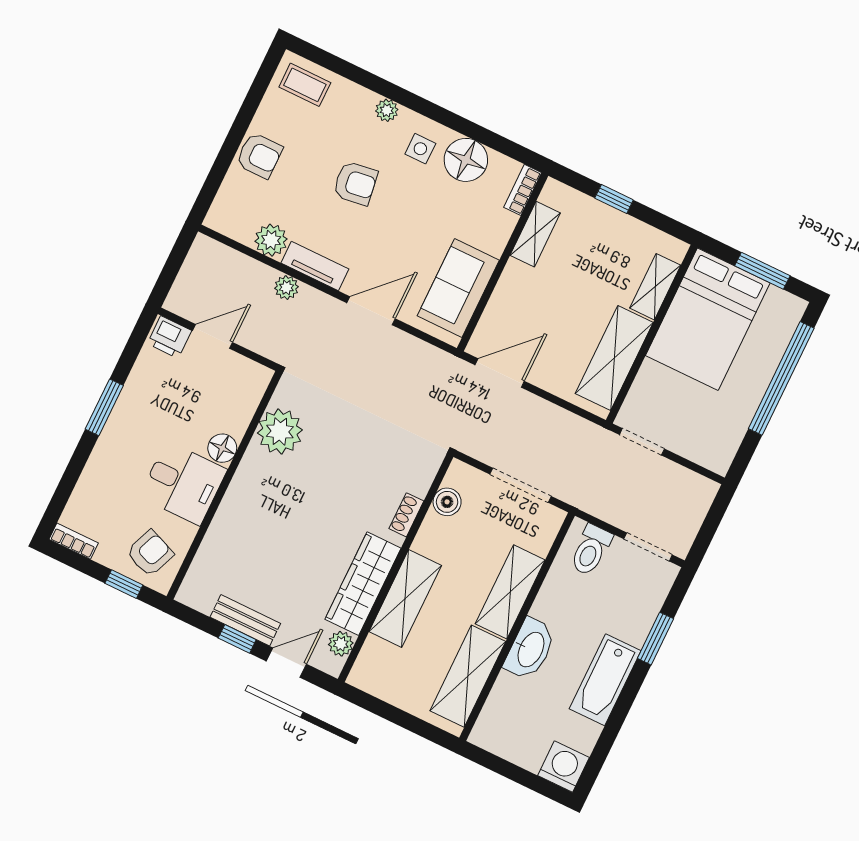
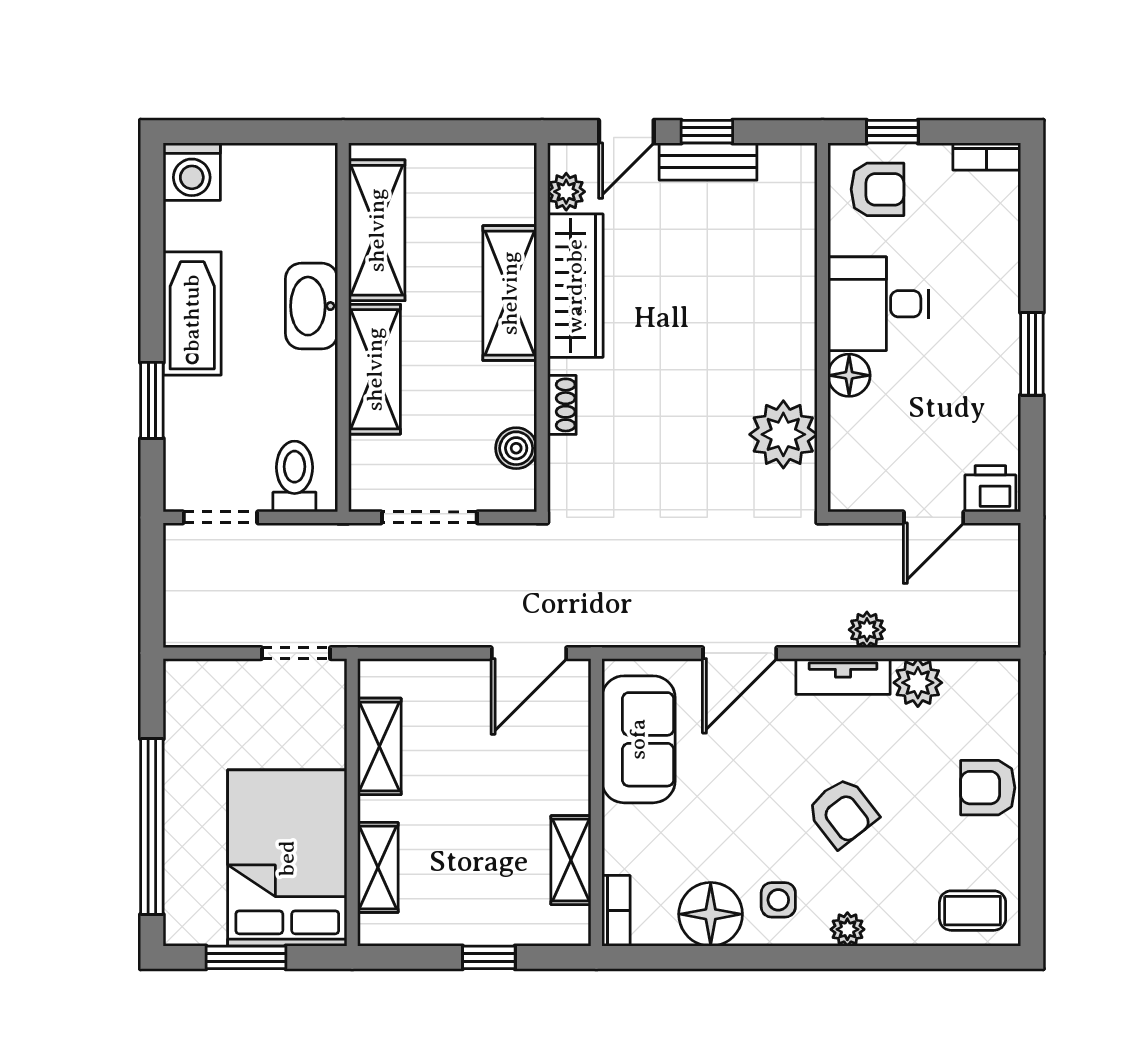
armchair: (355, 183) -> (842, 812), turned -120
shelving: (614, 358) -> (379, 746), width x0.67, depth x0.75
armchair: (150, 553) -> (877, 189), turned -112

